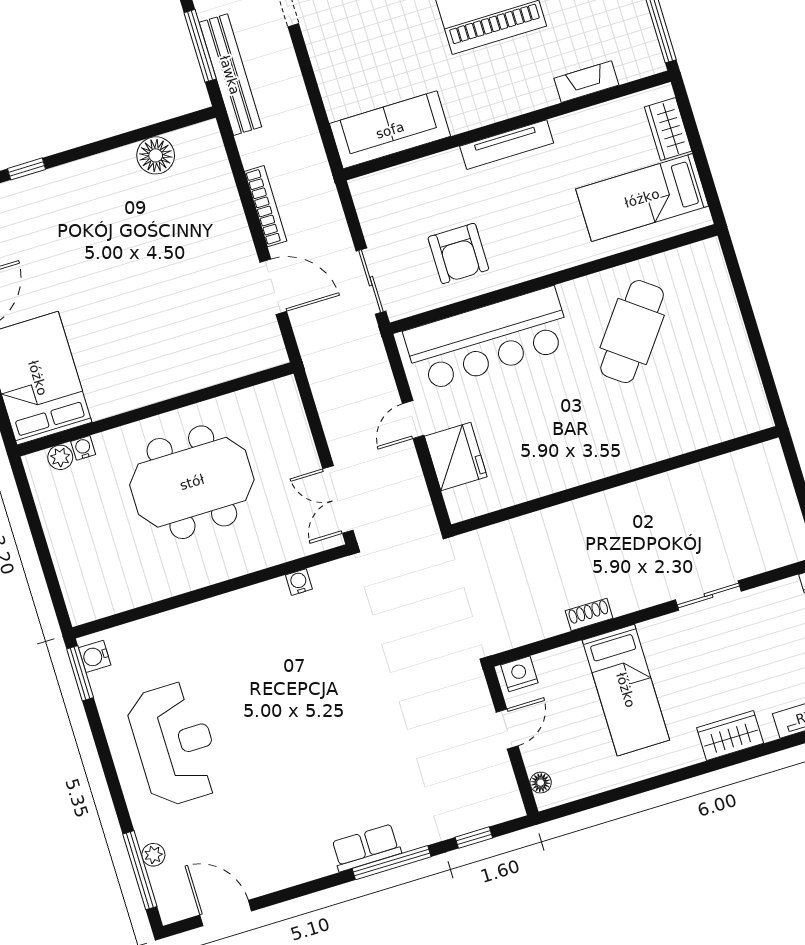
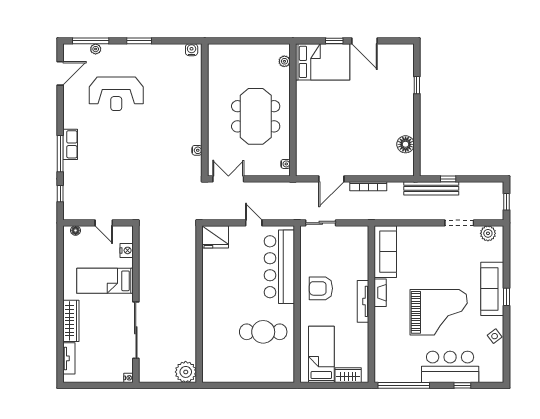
window: (200, 46) -> (448, 179), width x0.46
fireplace: (586, 82) -> (380, 293), moved
armchair: (458, 253) -> (321, 288), moved
cafe table: (632, 332) -> (263, 332), turned -37
water cooler: (83, 448) -> (286, 164), moved
fridge: (456, 457) -> (215, 237), moved
plant: (763, 466) -> (186, 372), added
sliding door: (708, 595) -> (136, 330), width x1.86
shoe rack: (589, 615) -> (143, 275), removed
window: (80, 673) -> (139, 41), moved
nightstand: (519, 674) -> (127, 250), moved
wardrobe: (730, 736) -> (71, 321), width x1.50
reception desk: (175, 744) -> (116, 94), moved

